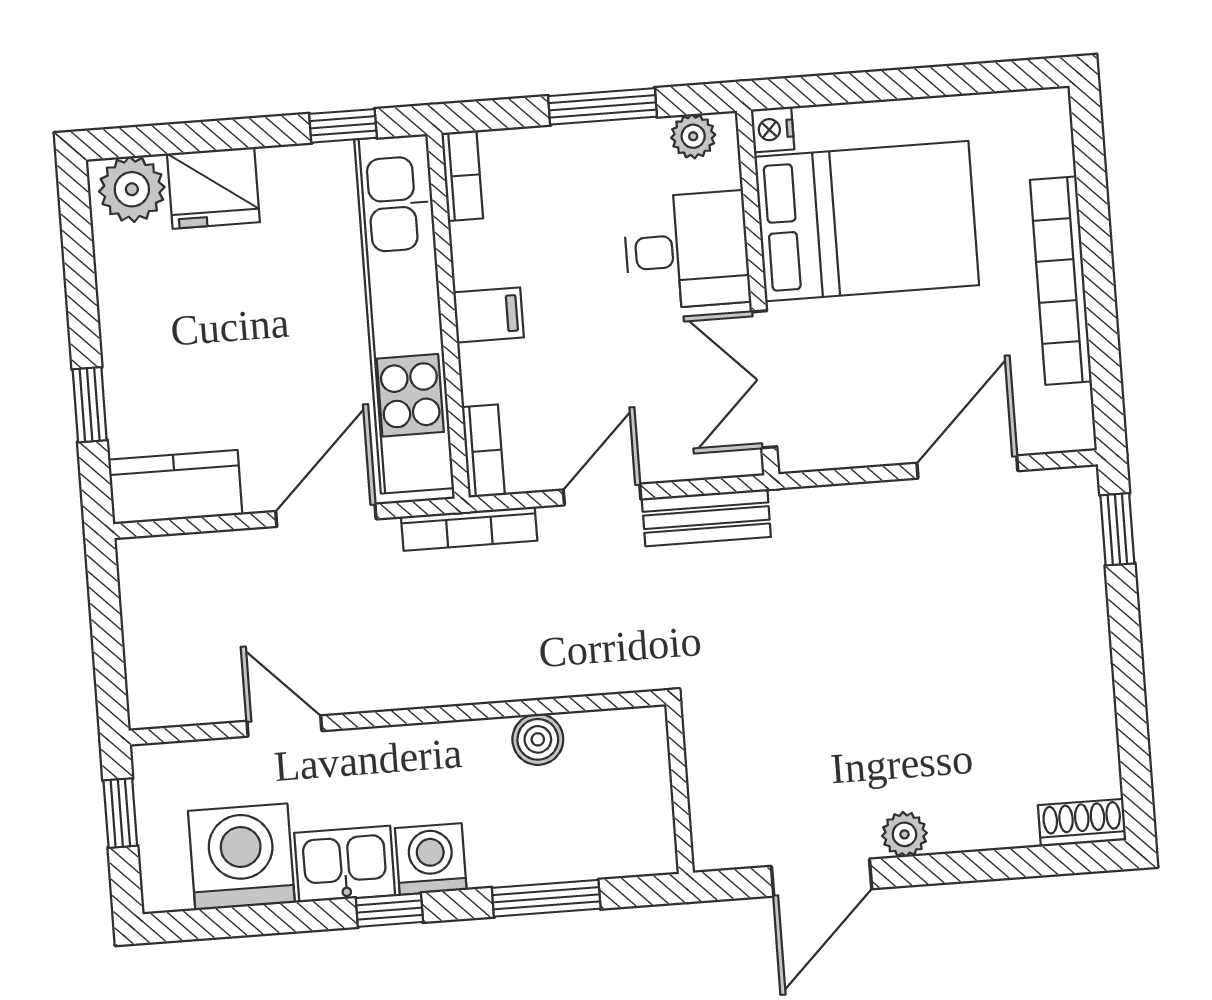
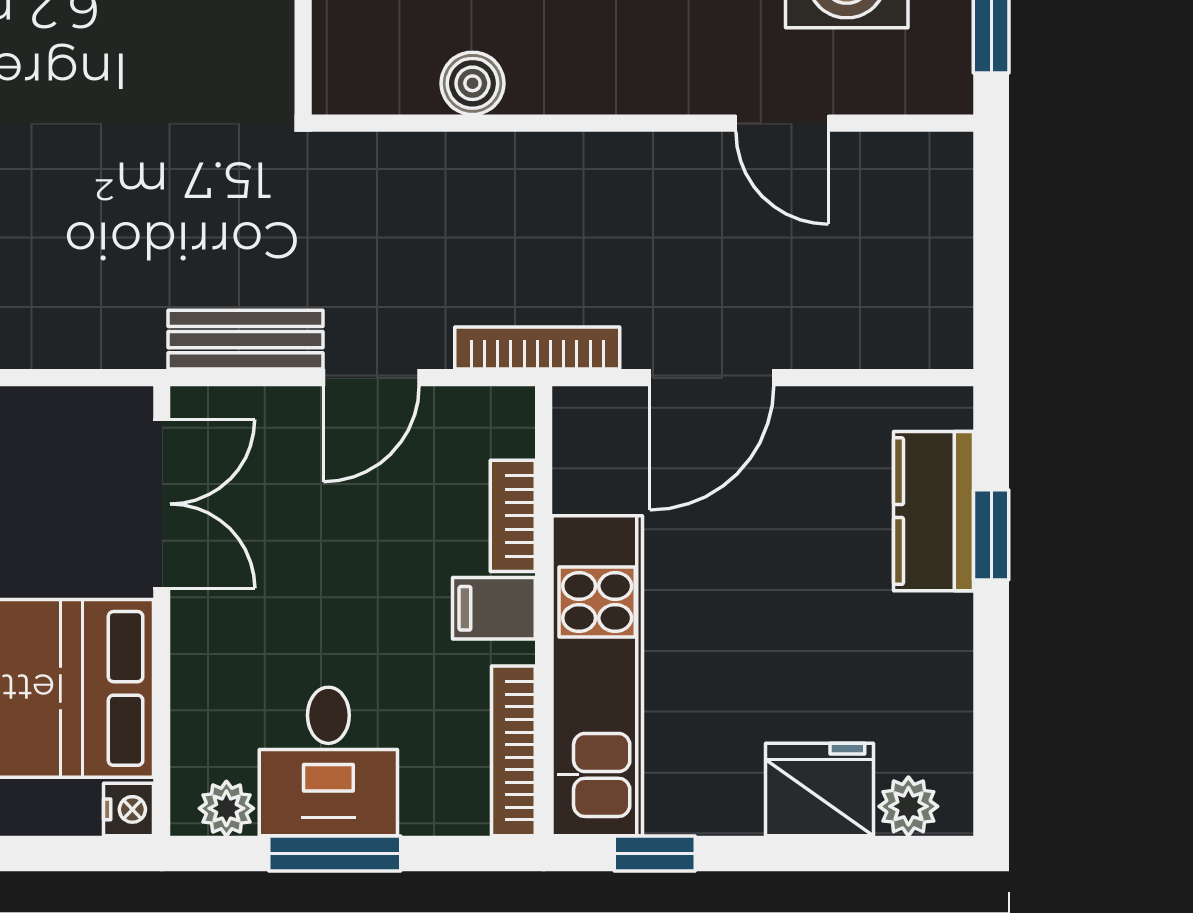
bookcase: (462, 176) -> (513, 751), width x1.56
plant: (132, 189) -> (908, 806), width x0.73, depth x0.73
desk: (687, 250) -> (328, 761), moved, turned -90
kitchen unit: (404, 314) -> (597, 676), width x0.73
bookcase: (483, 451) -> (513, 516), moved
kitchen counter: (175, 487) -> (934, 511), moved, turned 90

